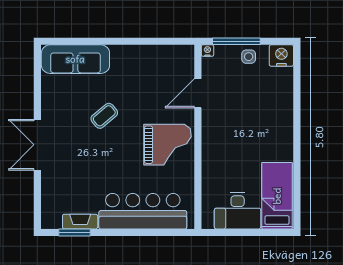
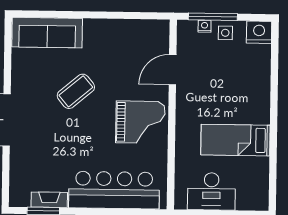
nightstand: (207, 51) -> (205, 26), moved
coffee table: (104, 116) -> (76, 91), width x1.36, depth x1.30
bed: (277, 196) -> (235, 140), moved, turned -90

